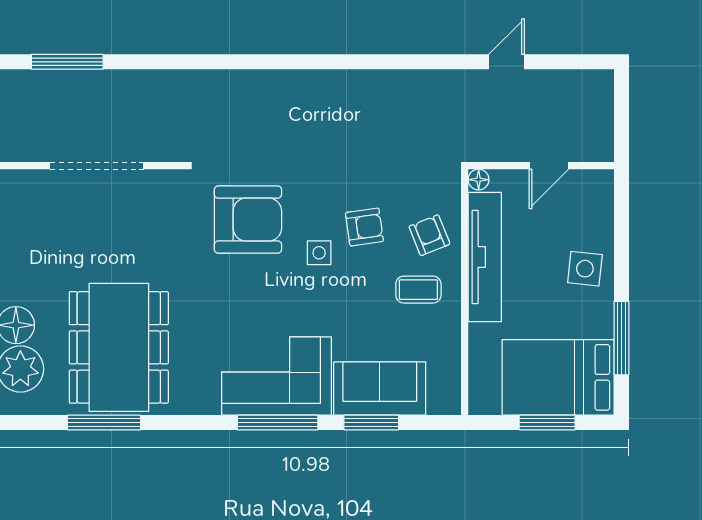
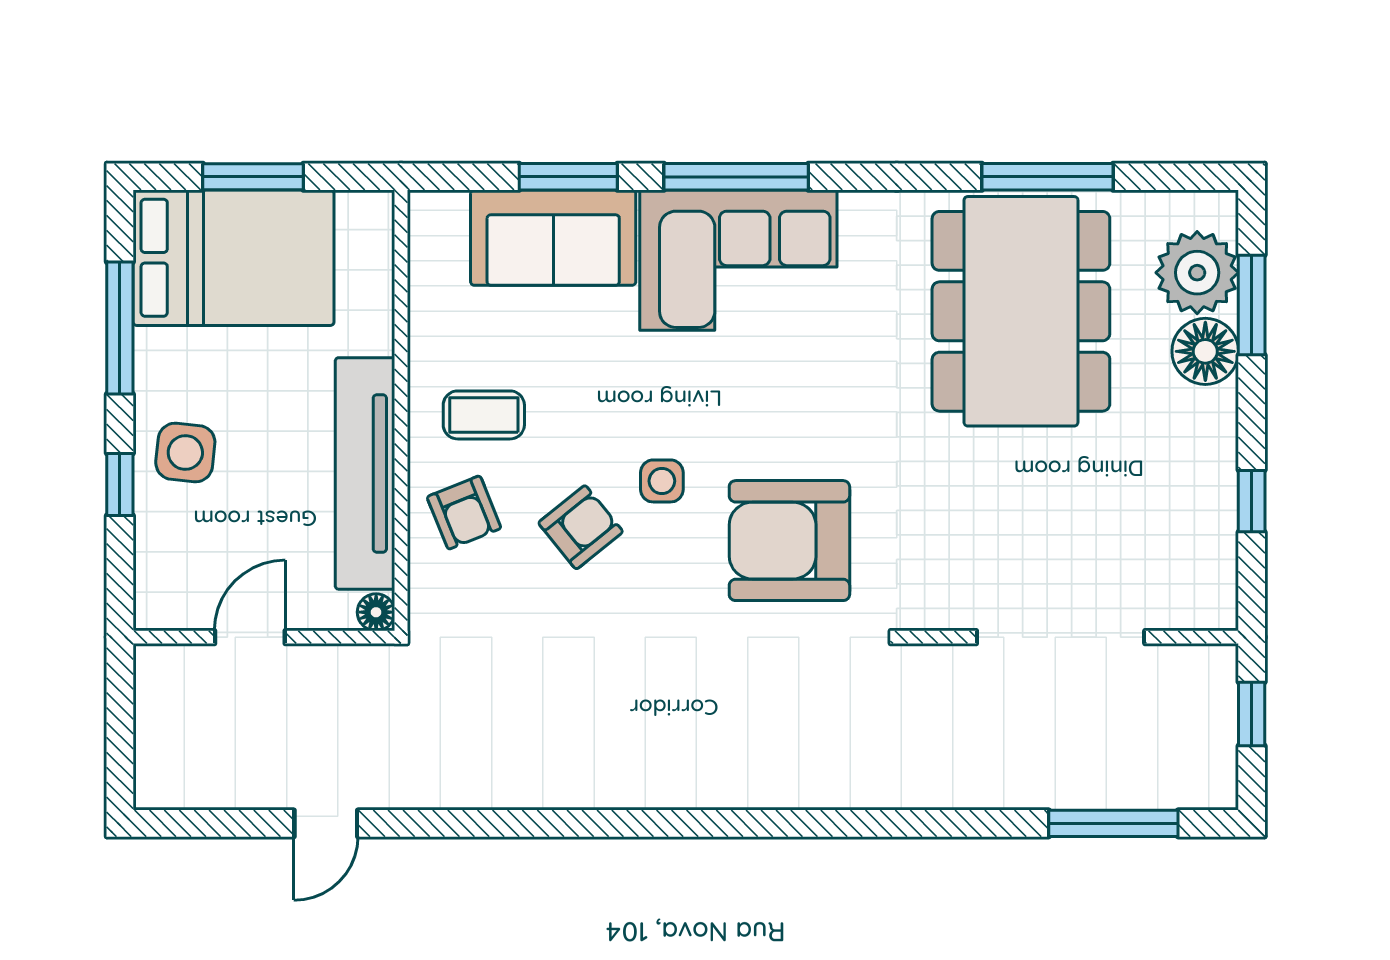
armchair: (364, 227) -> (581, 527), turned 149
window: (621, 251) -> (120, 484), added

